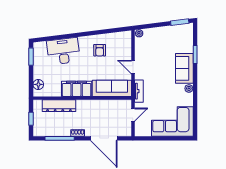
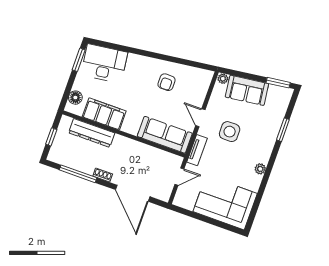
desk: (63, 51) -> (104, 64), moved
sofa: (184, 68) -> (247, 90), moved, turned -97
side table: (157, 70) -> (230, 132), added
filing cabinet: (77, 89) -> (104, 114), moved

